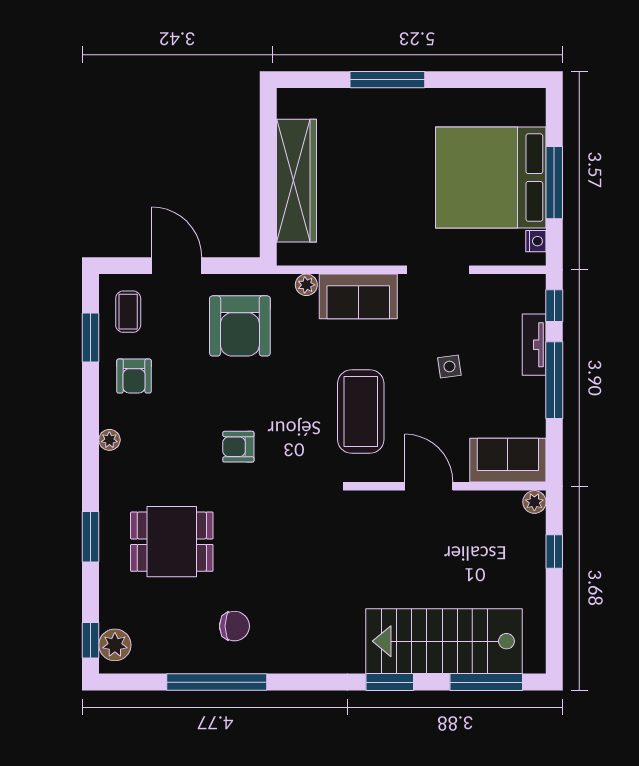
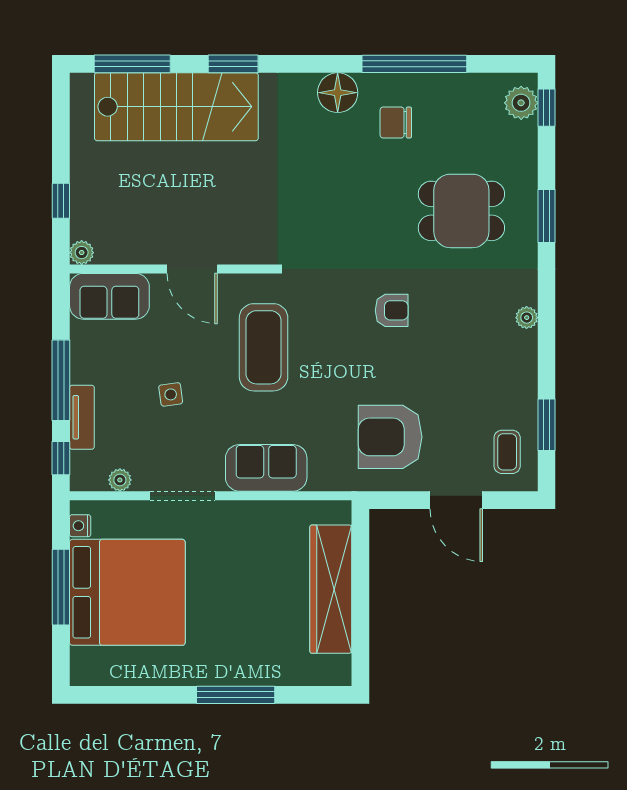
plant: (306, 285) -> (120, 480), moved
armchair: (240, 326) -> (390, 437), turned -90
armchair: (134, 376) -> (501, 384), removed
floor lamp: (290, 655) -> (338, 93), added

